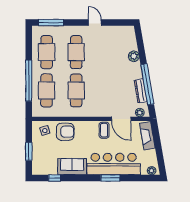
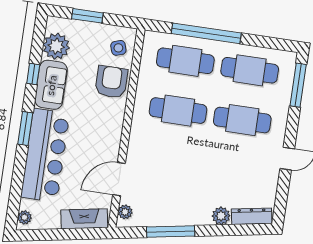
window: (147, 84) -> (171, 231), width x0.68
dresser: (141, 91) -> (252, 216), moved
coffee table: (104, 130) -> (104, 148), removed
armchair: (65, 132) -> (111, 82), turned 180
plant: (49, 167) -> (56, 46), added
window: (55, 178) -> (33, 74), moved
window: (110, 178) -> (25, 128), moved

